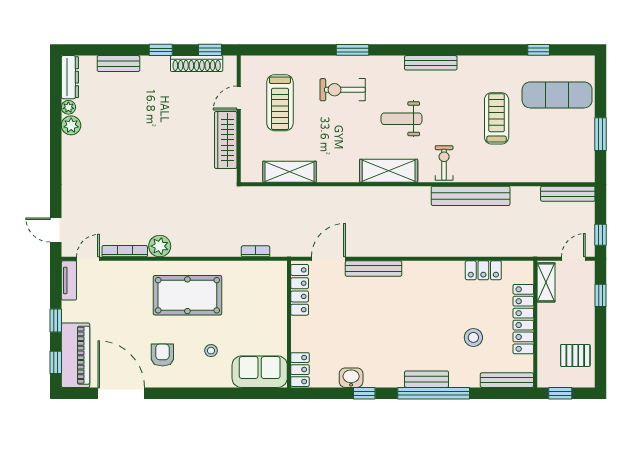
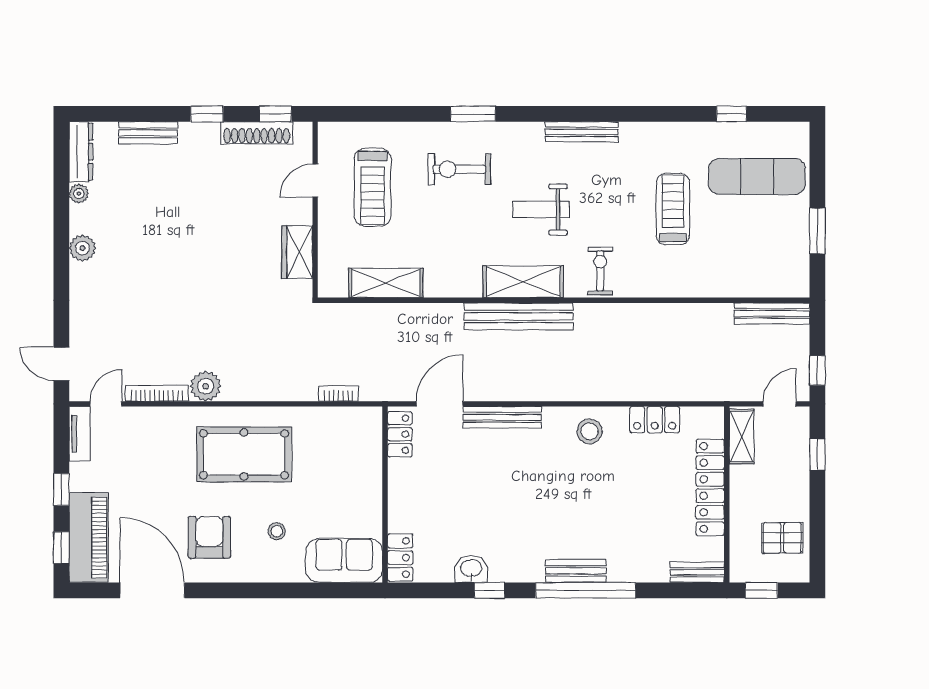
plant: (71, 125) -> (82, 248), moved
wardrobe: (226, 140) -> (297, 252), width x0.67
bench: (471, 196) -> (518, 316), moved
locker: (300, 290) -> (400, 434), width x0.66
stool: (473, 337) -> (590, 431), moved
armchair: (162, 355) -> (209, 537), width x1.38, depth x1.38
bench: (507, 380) -> (697, 572), width x0.73

